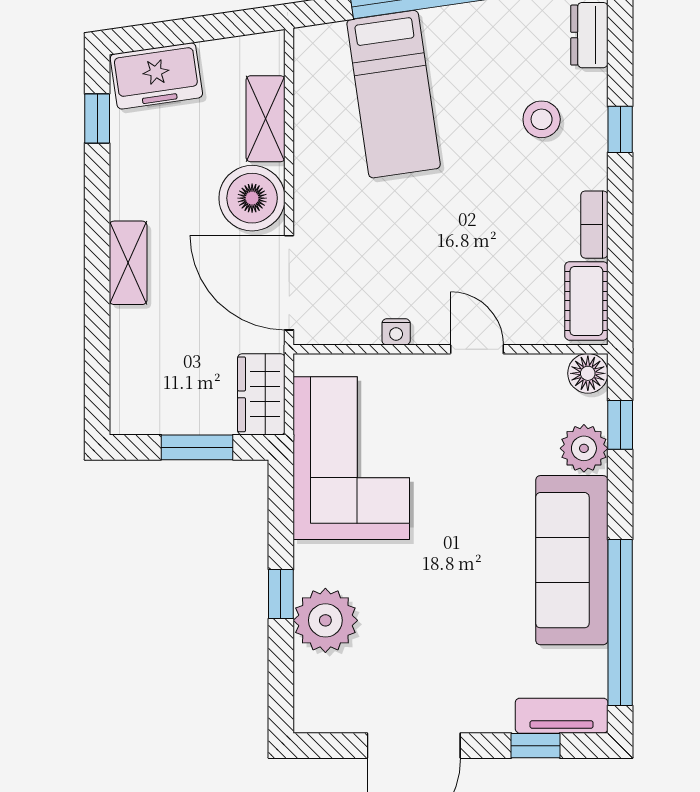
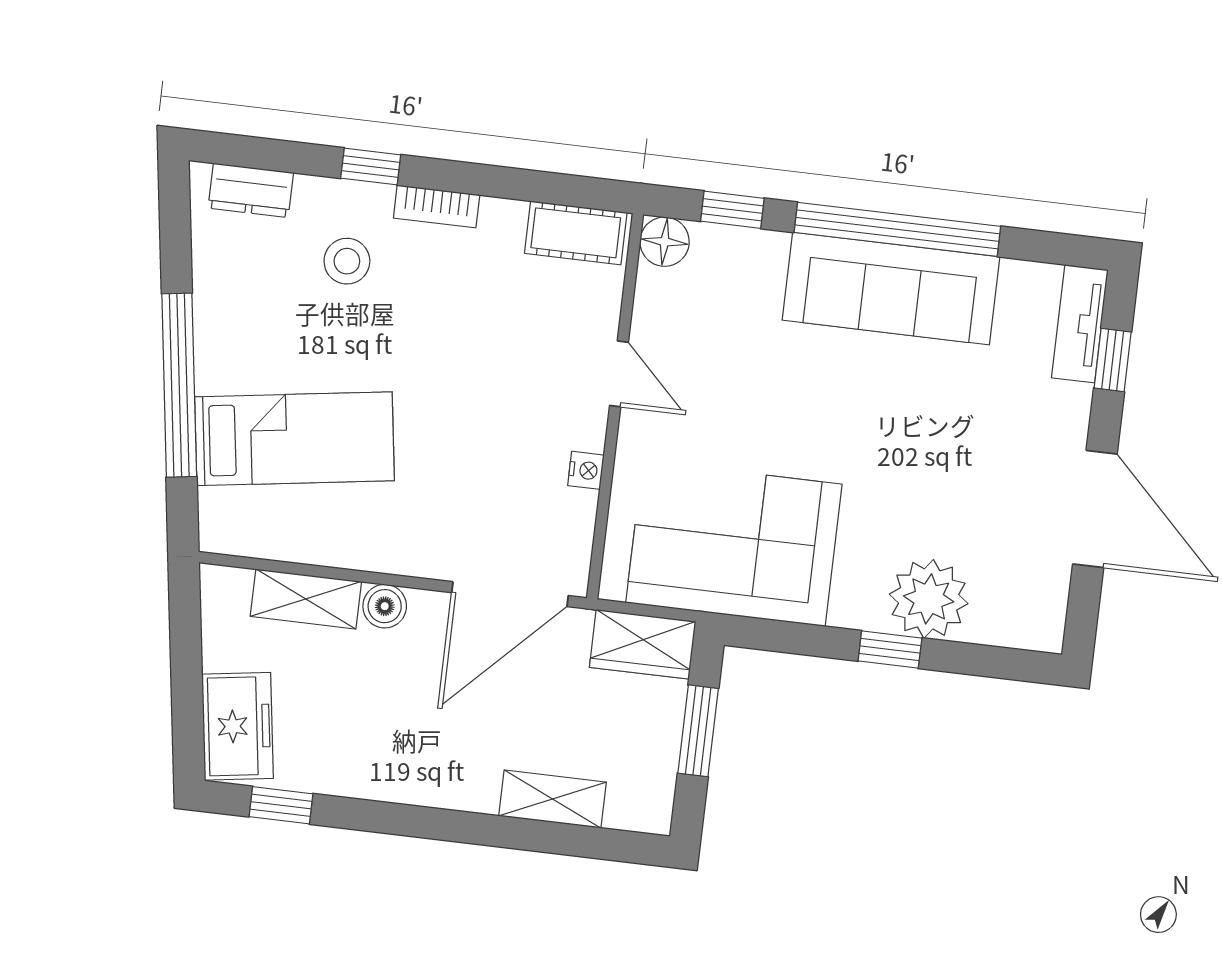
boiler: (252, 198) -> (385, 606), width x0.54, depth x0.54
bookcase: (594, 225) -> (437, 206), moved
shelving: (128, 263) -> (553, 799), moved
door: (477, 349) -> (619, 374), swing flipped
plant: (584, 448) -> (756, 257), removed
window: (620, 622) -> (897, 229), moved

